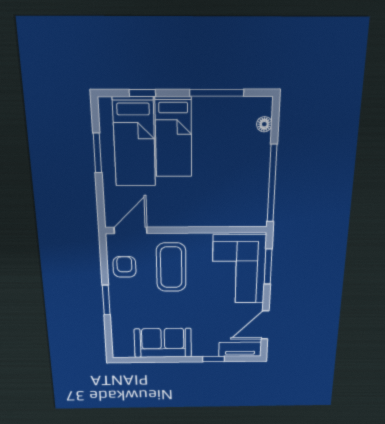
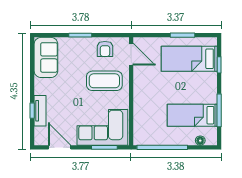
bed: (174, 137) -> (192, 115), moved
armchair: (124, 267) -> (105, 49), turned 90
sofa: (163, 343) -> (46, 57), moved
tv unit: (240, 349) -> (40, 111), moved

